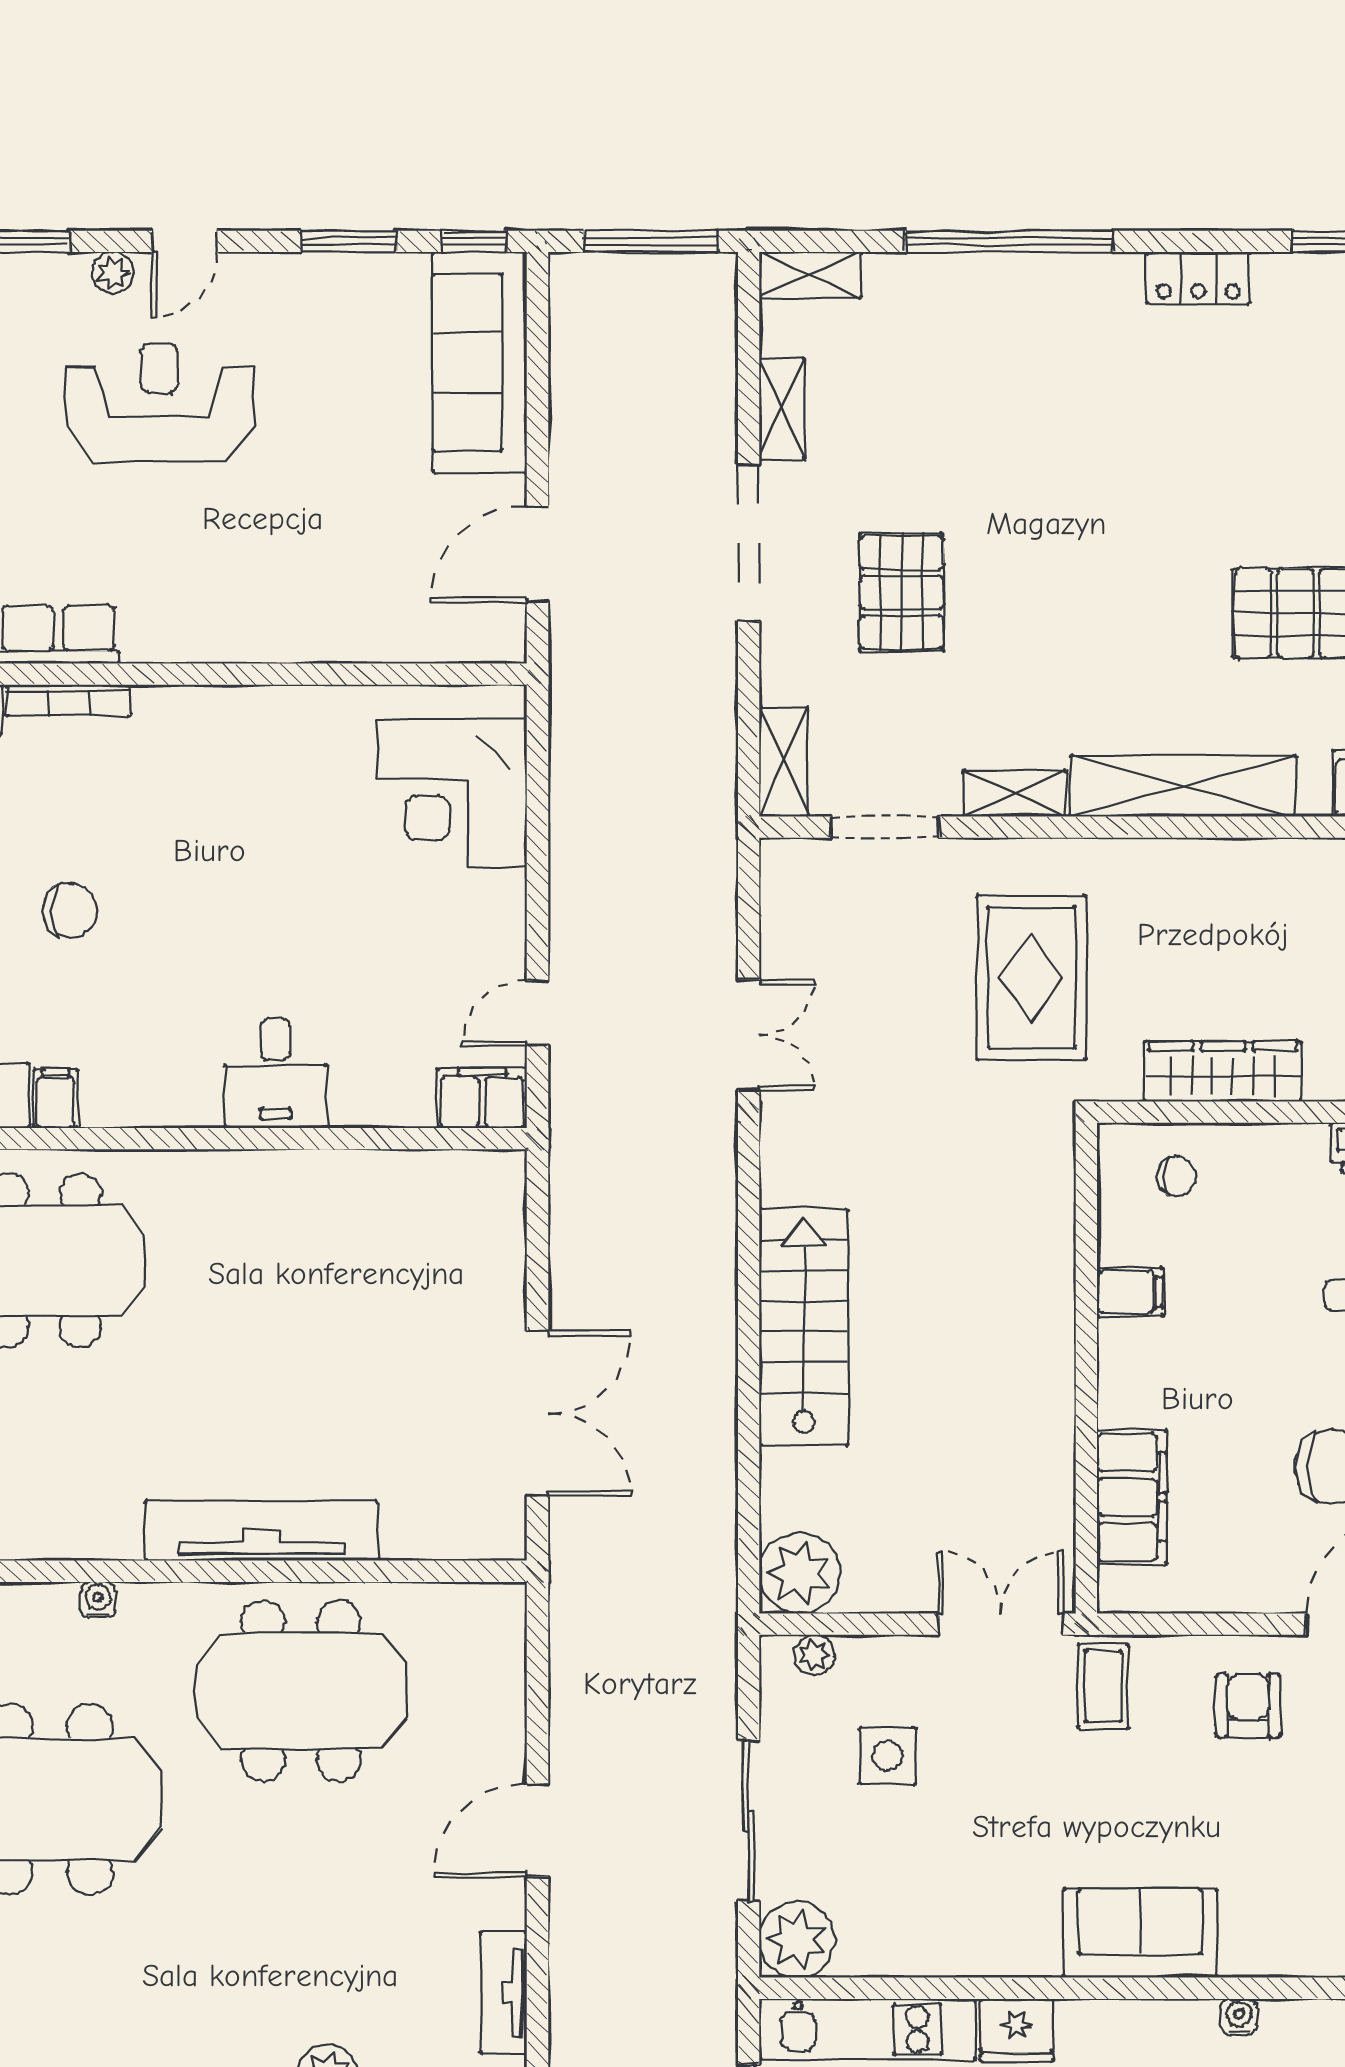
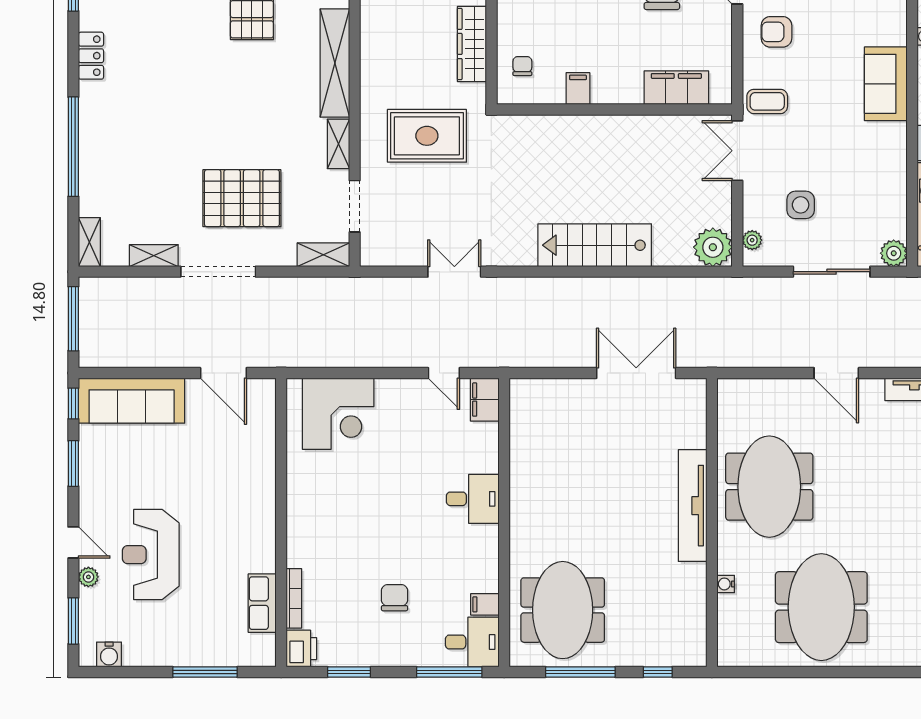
pallet: (902, 592) -> (242, 198), width x1.37, depth x1.41
plant: (797, 1940) -> (894, 253), width x0.73, depth x0.73

